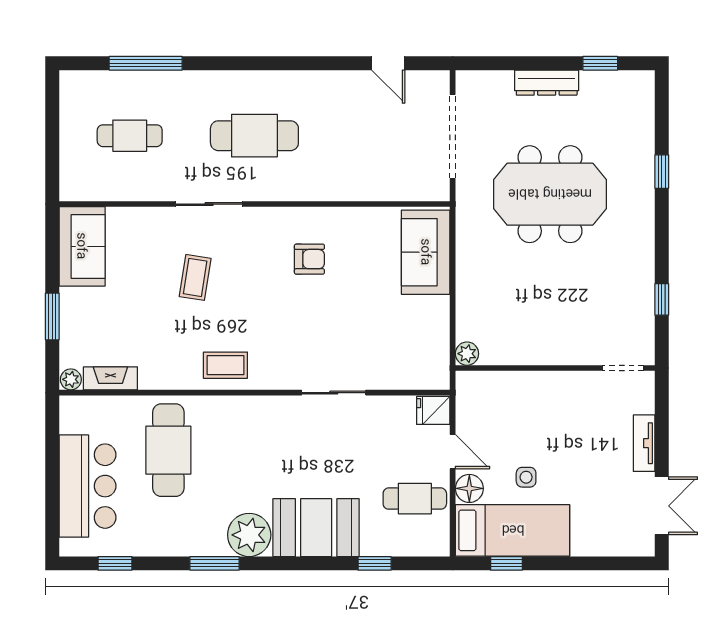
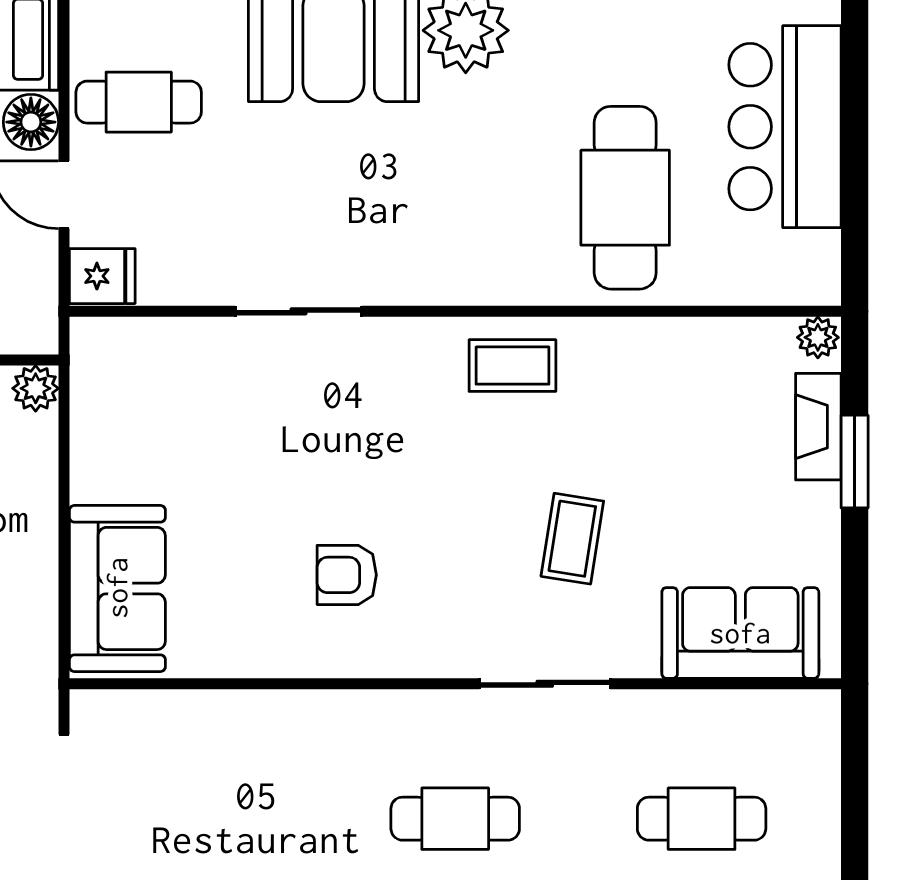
cafe table: (254, 136) -> (455, 819), width x0.73, depth x0.74
sofa: (82, 246) -> (740, 633), moved, turned 90
fireplace: (110, 378) -> (818, 427), moved, turned 90

